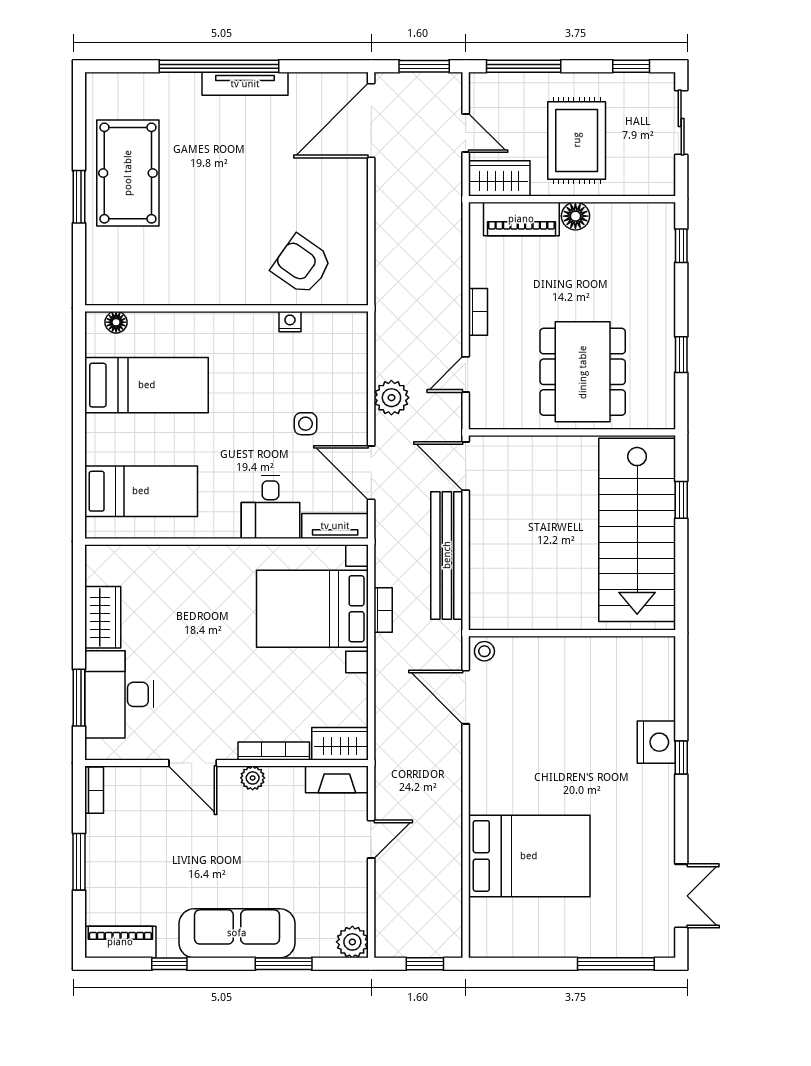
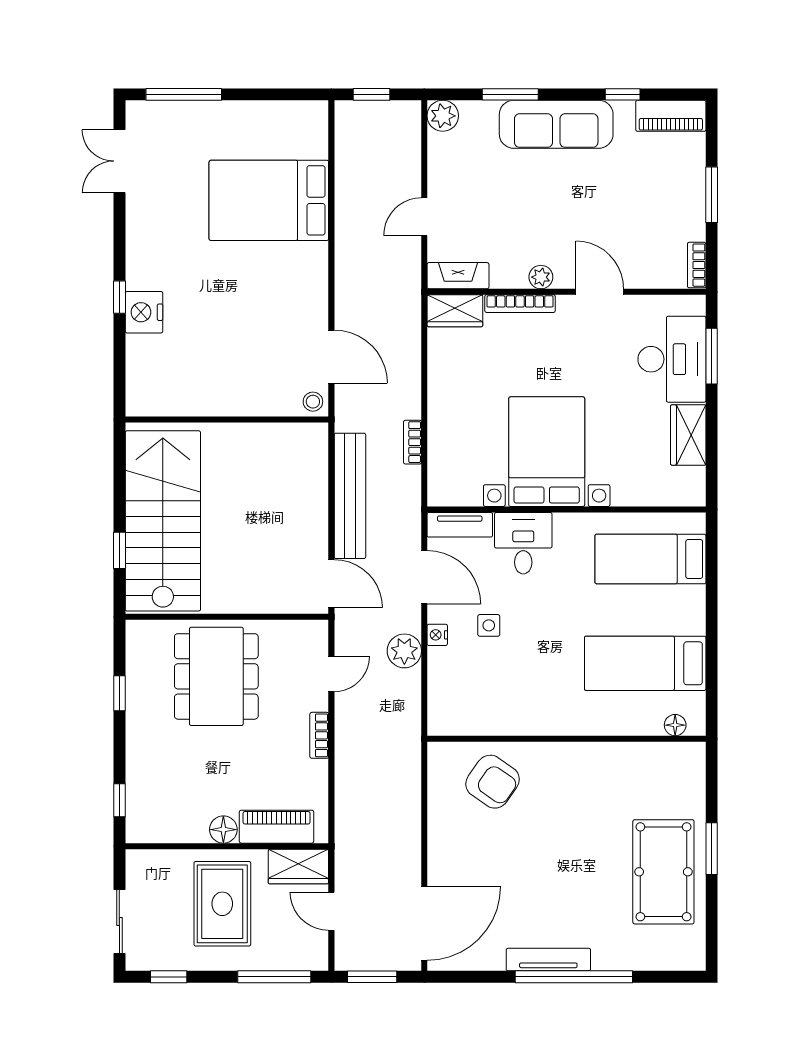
nightstand: (290, 322) -> (437, 635), moved, turned 90
bed with nightstands: (312, 609) -> (547, 452), moved, turned -90

